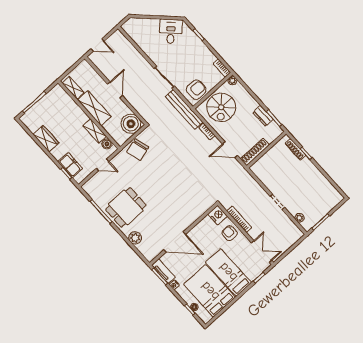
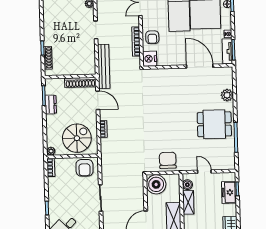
armchair: (196, 90) -> (84, 168), turned -90
bench: (184, 109) -> (104, 66), moved
chair: (138, 150) -> (168, 160), turned -75

